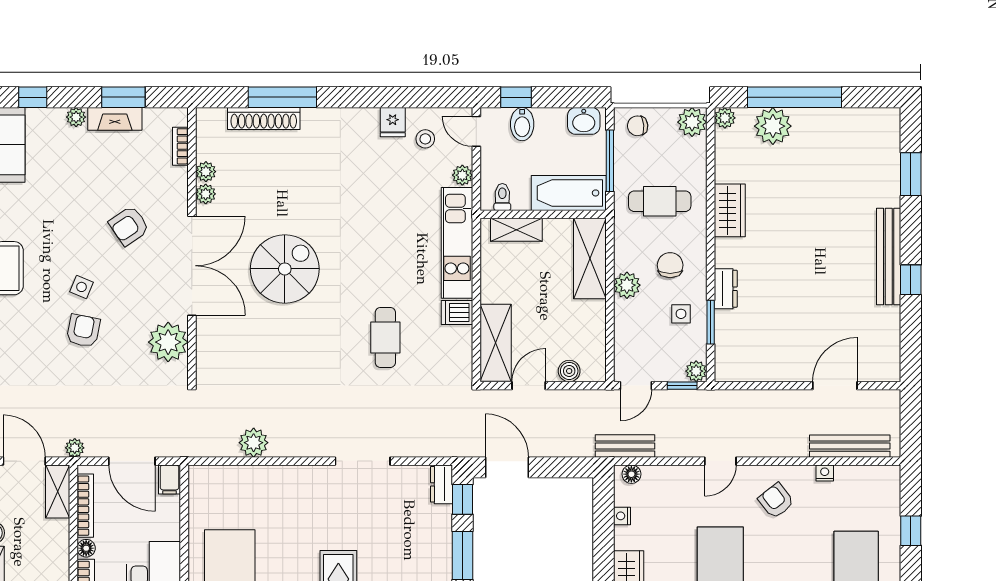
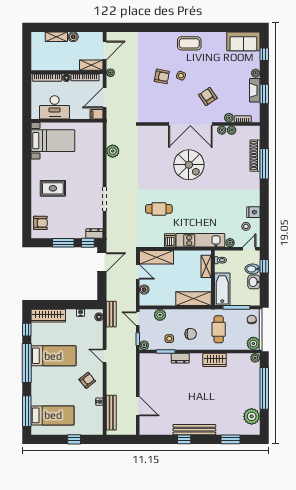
washbasin: (584, 121) -> (254, 282), moved
plant: (773, 126) -> (252, 416), moved
plant: (627, 285) -> (160, 315), moved
plant: (168, 342) -> (229, 118), moved, width x0.53, depth x0.53

